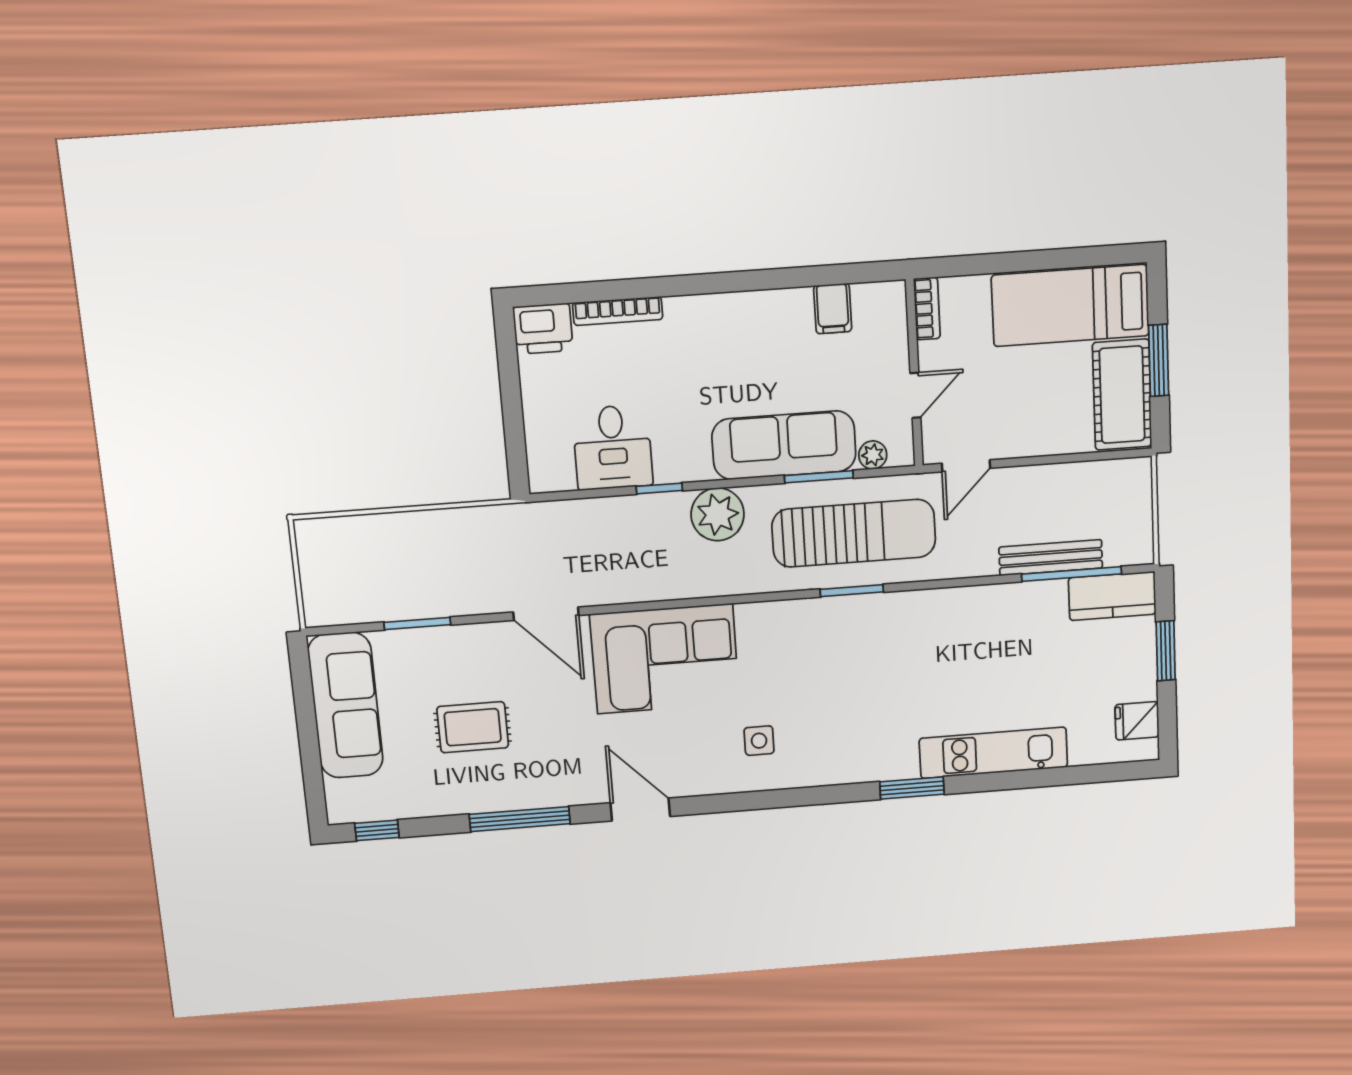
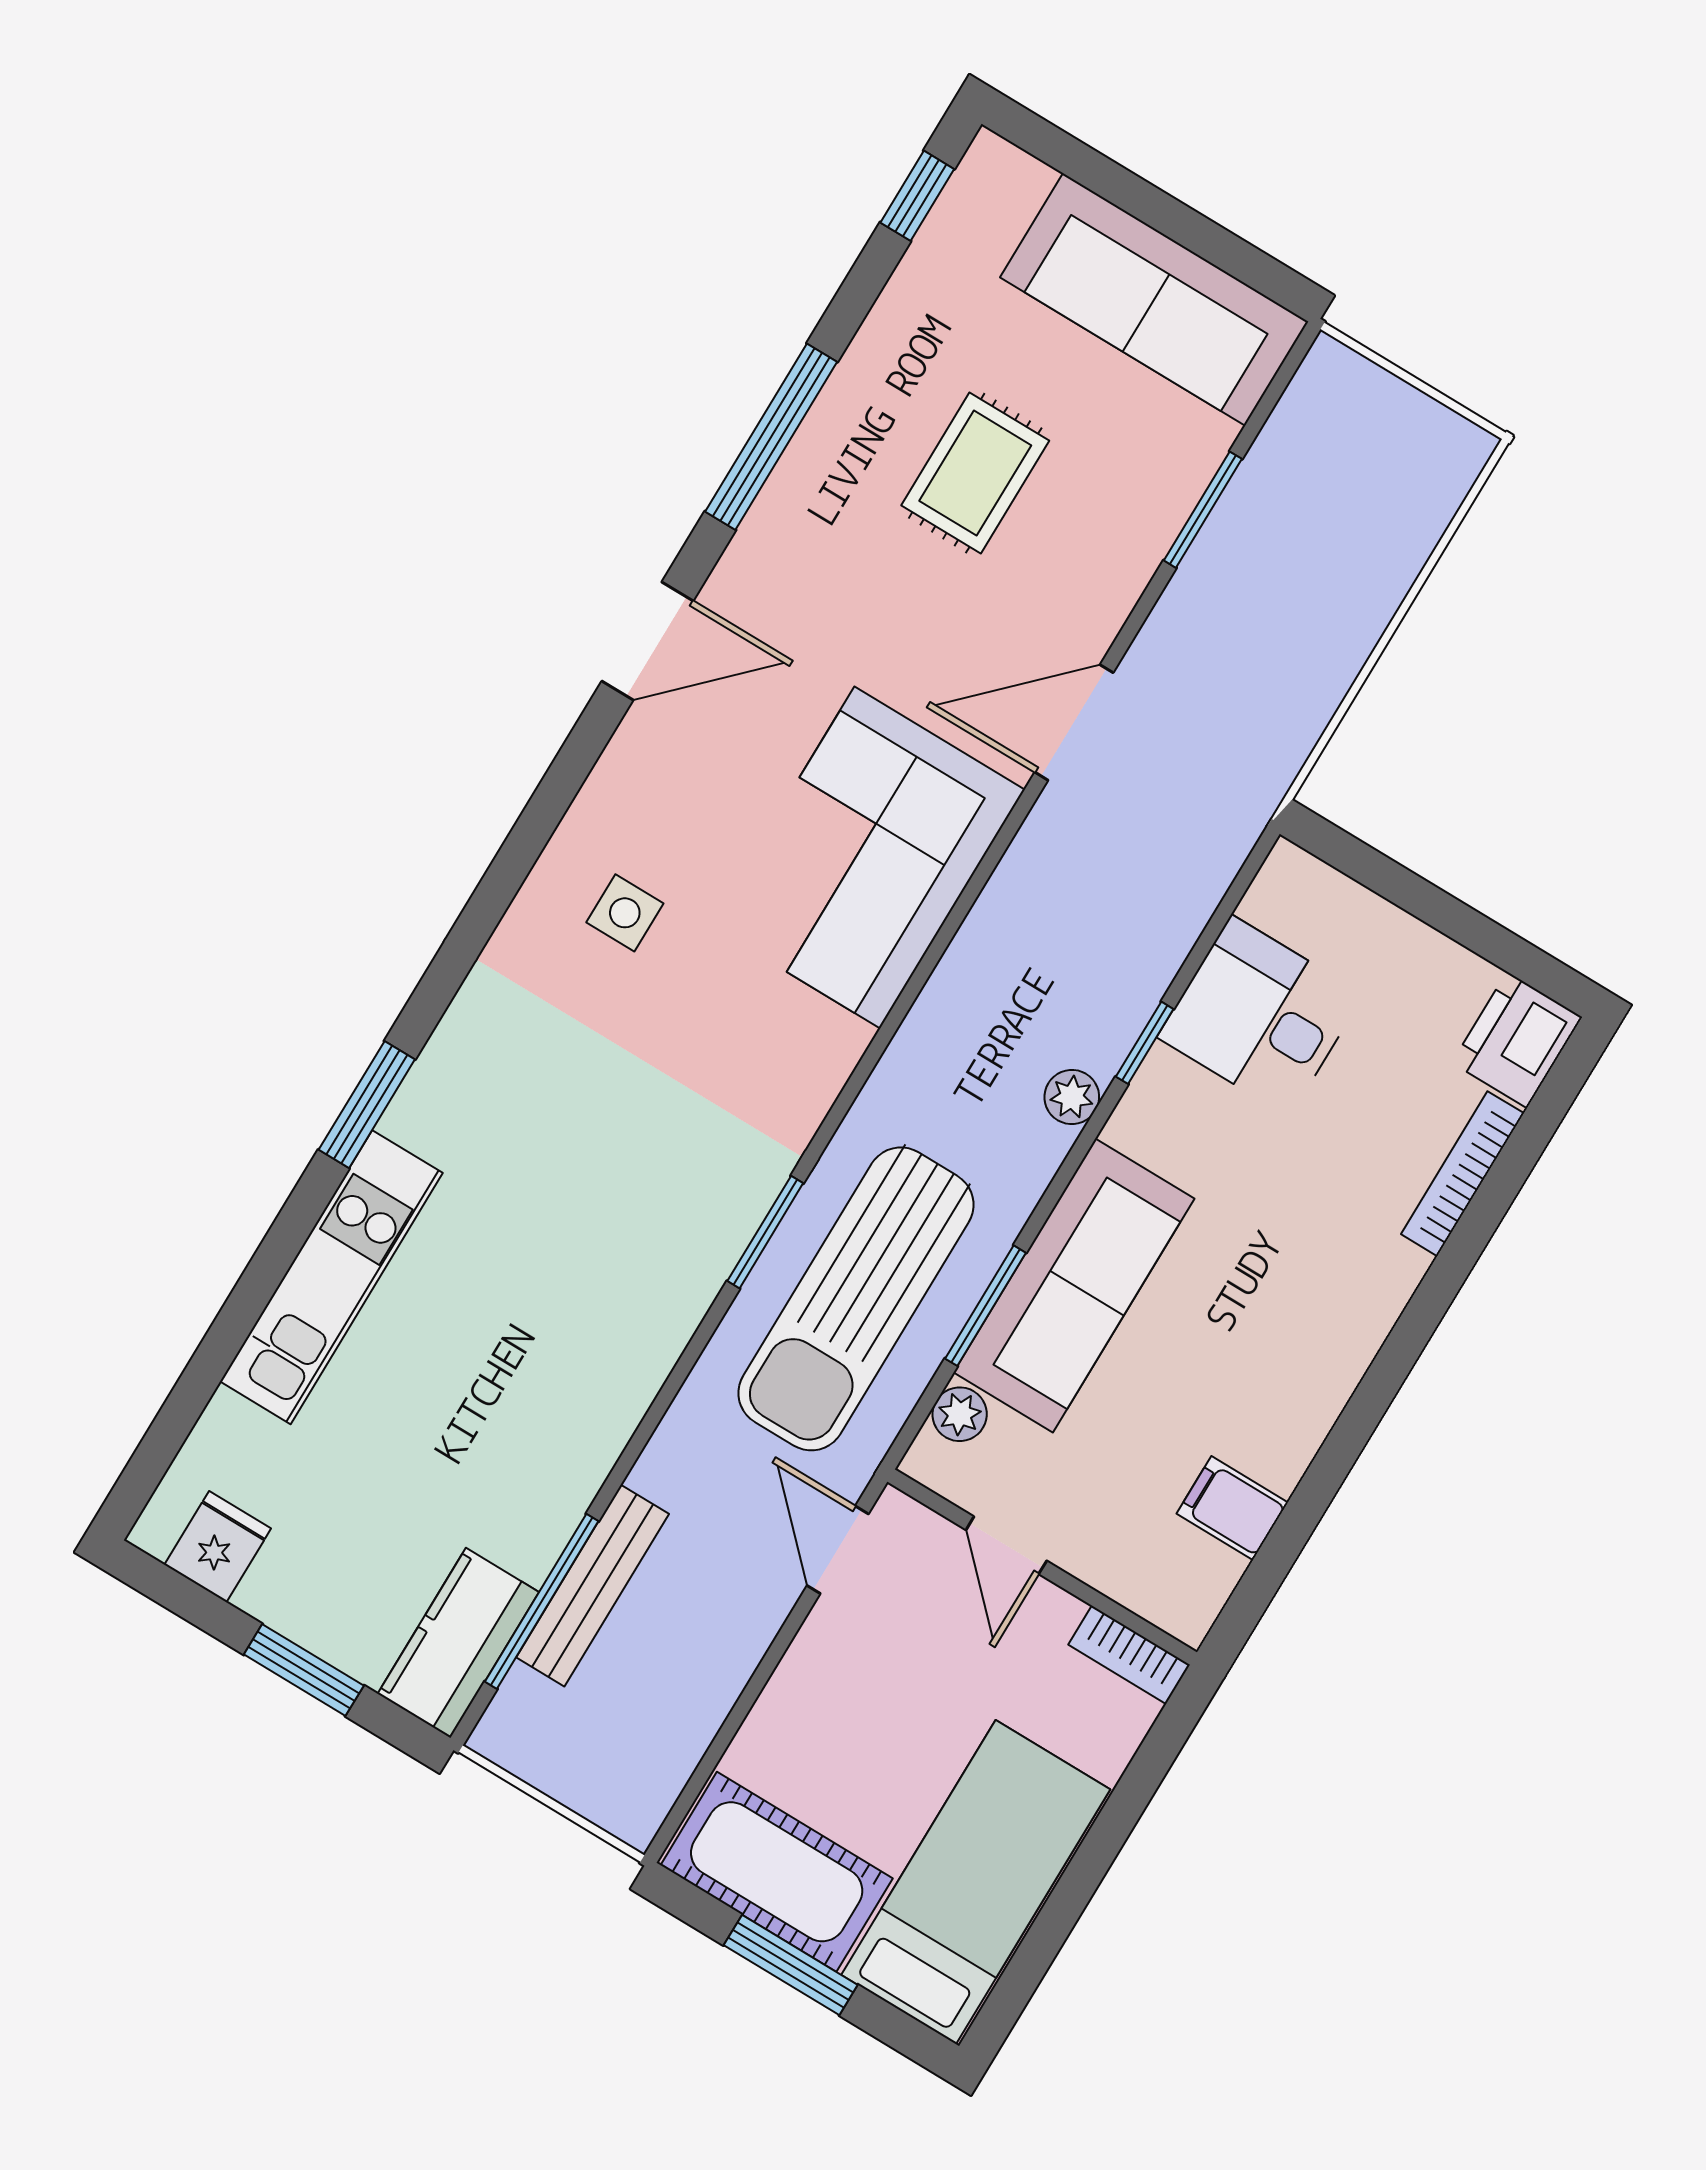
plant: (718, 514) -> (1072, 1097), width x0.53, depth x0.53

